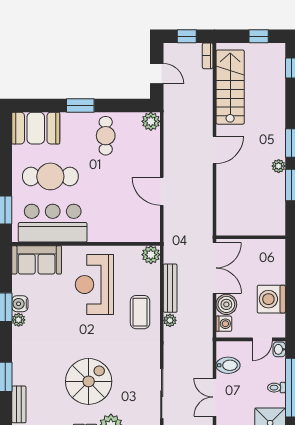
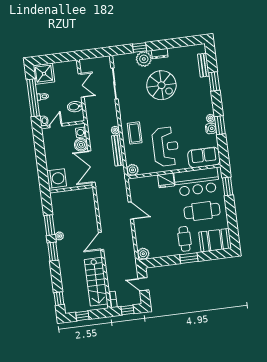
cafe table: (106, 136) -> (184, 239), moved
fridge: (101, 232) -> (166, 180), added
washing machine: (271, 299) -> (57, 178), moved
spiral stairs: (89, 381) -> (161, 85), turned -90

